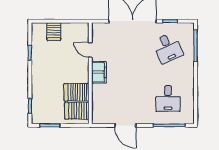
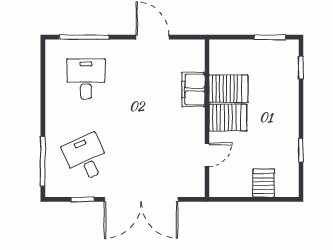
door: (90, 50) -> (207, 155), hinge flipped
filing cabinet: (99, 72) -> (193, 90), moved
server rack: (77, 111) -> (228, 118), moved

